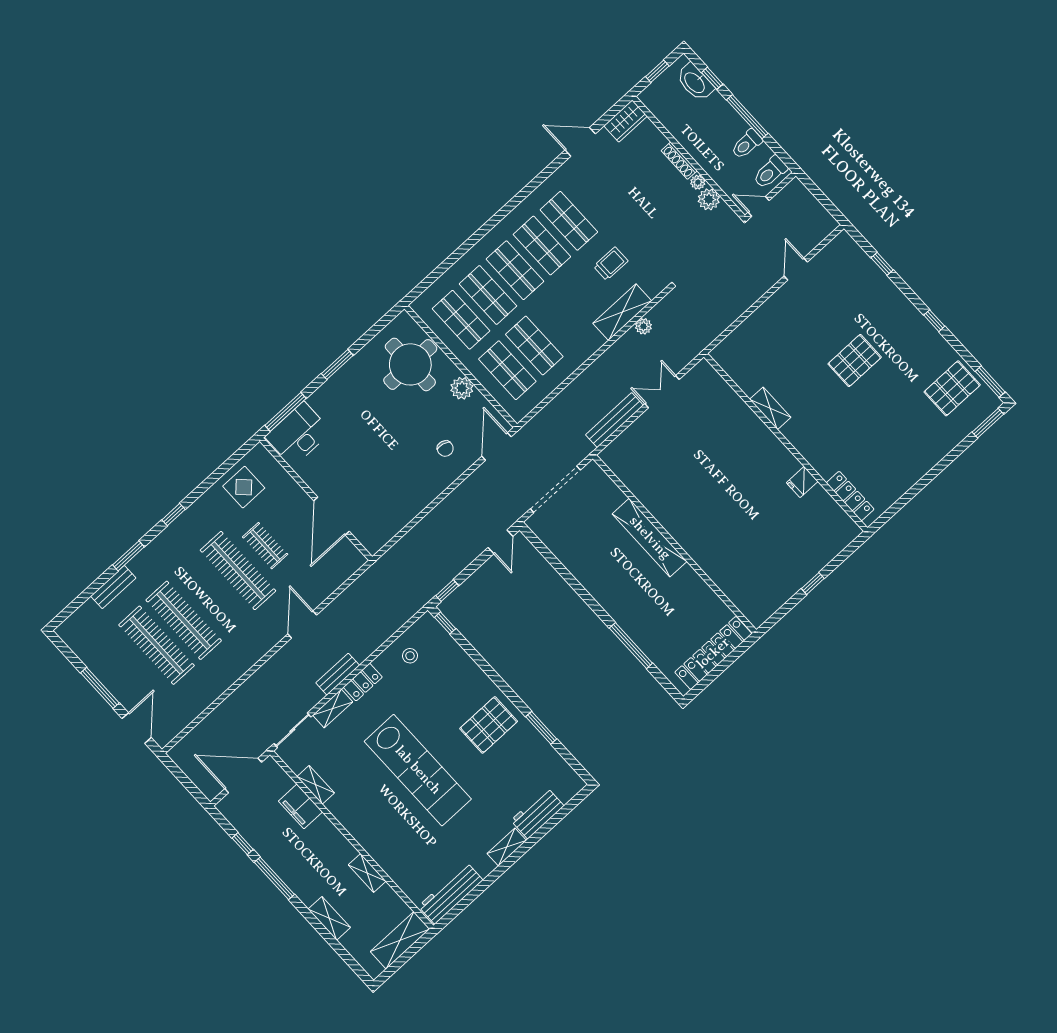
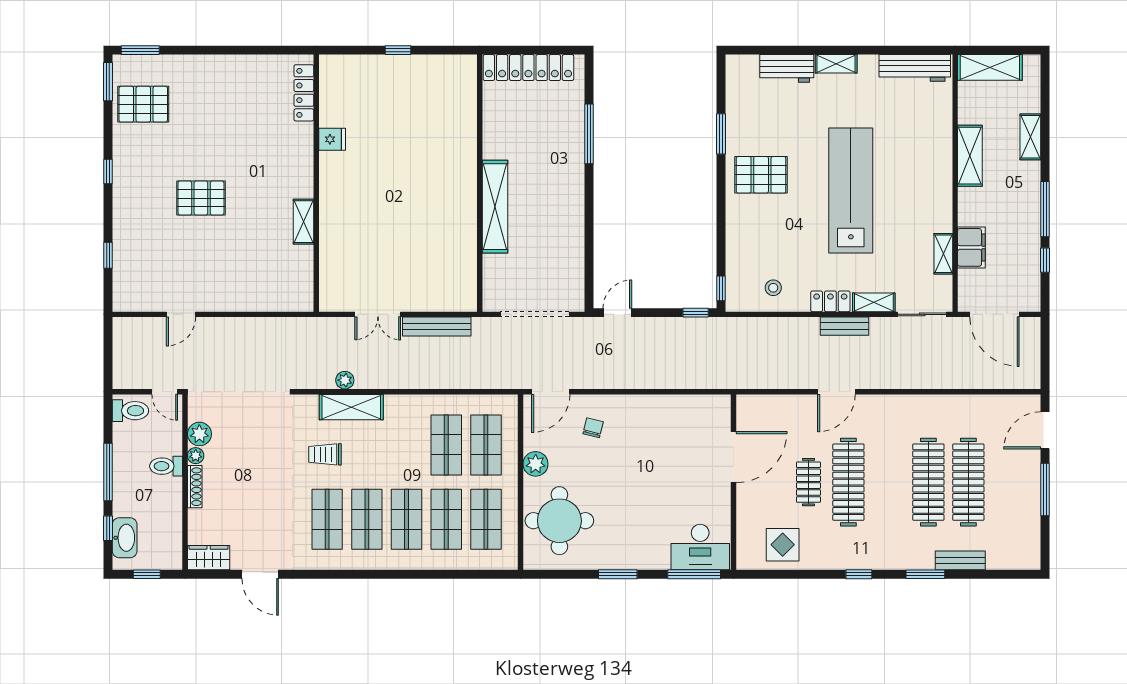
toilet: (747, 144) -> (166, 466), moved, turned 180
shelving: (367, 873) -> (970, 156), width x1.50, depth x1.33

